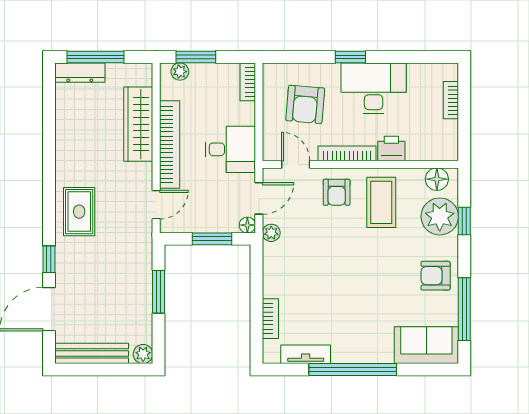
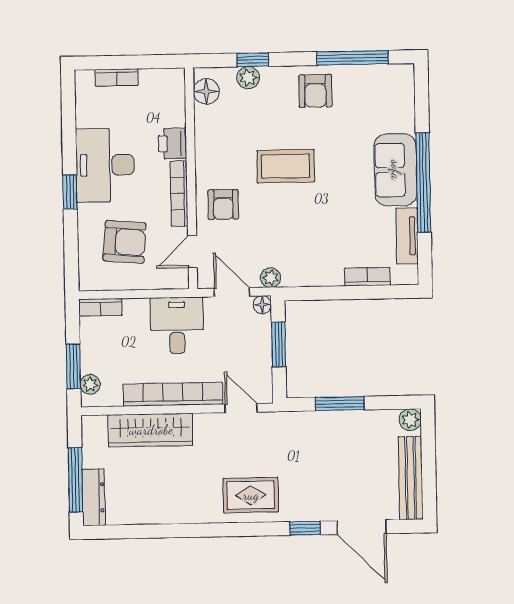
armchair: (337, 192) -> (223, 205), turned 90
coffee table: (381, 202) -> (286, 166), moved
plant: (440, 216) -> (248, 78), width x0.53, depth x0.53
sofa: (426, 345) -> (396, 170), moved

